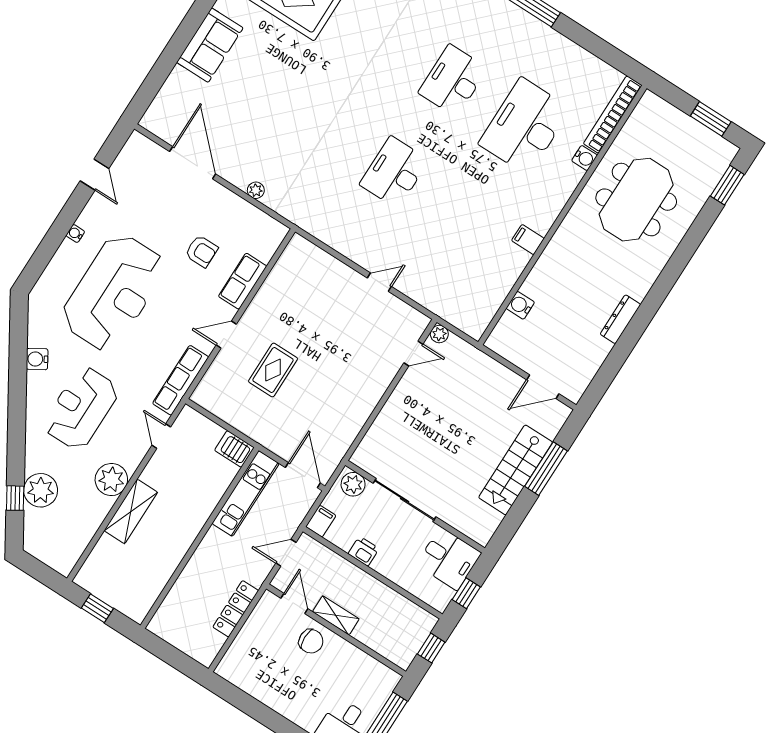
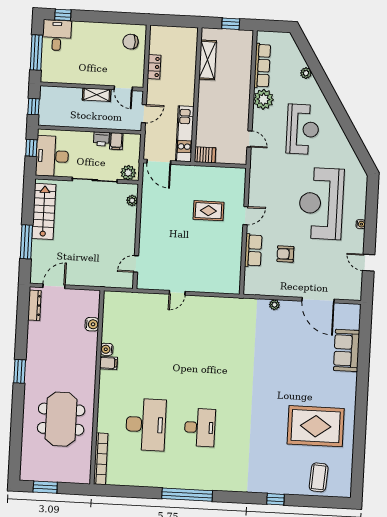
sofa: (210, 45) -> (347, 350), moved
water cooler: (585, 158) -> (107, 349), moved
desk: (394, 172) -> (203, 358), removed
window: (727, 185) -> (20, 371), moved
dresser: (620, 319) -> (34, 305), moved
plant: (439, 334) -> (132, 201), moved
water cooler: (37, 359) -> (342, 143), removed
rug: (273, 370) -> (208, 211), turned 90
row of seats: (181, 380) -> (262, 66), moved
stairs: (516, 470) -> (44, 211), moved
plant: (41, 490) -> (306, 73), width x0.53, depth x0.53
window: (15, 498) -> (311, 59), removed
shelving: (131, 511) -> (208, 60), moved
filing cabinet: (321, 521) -> (116, 141), moved
desk: (449, 559) -> (52, 156), width x1.37
locker: (236, 609) -> (154, 67), width x0.66
chair: (311, 641) -> (131, 42), moved

